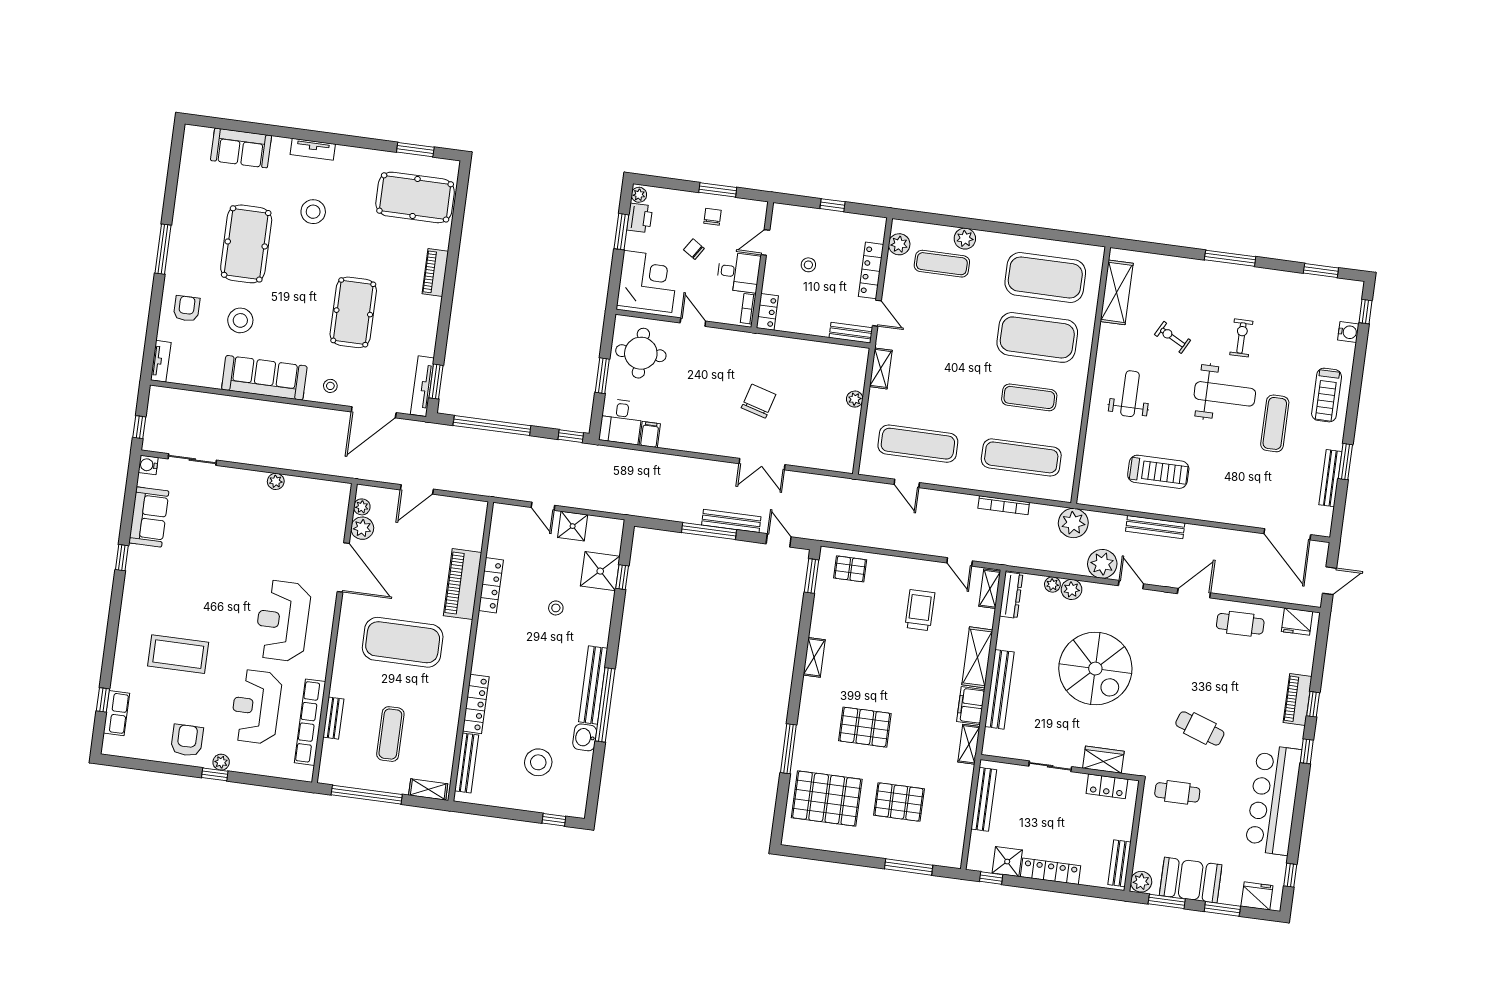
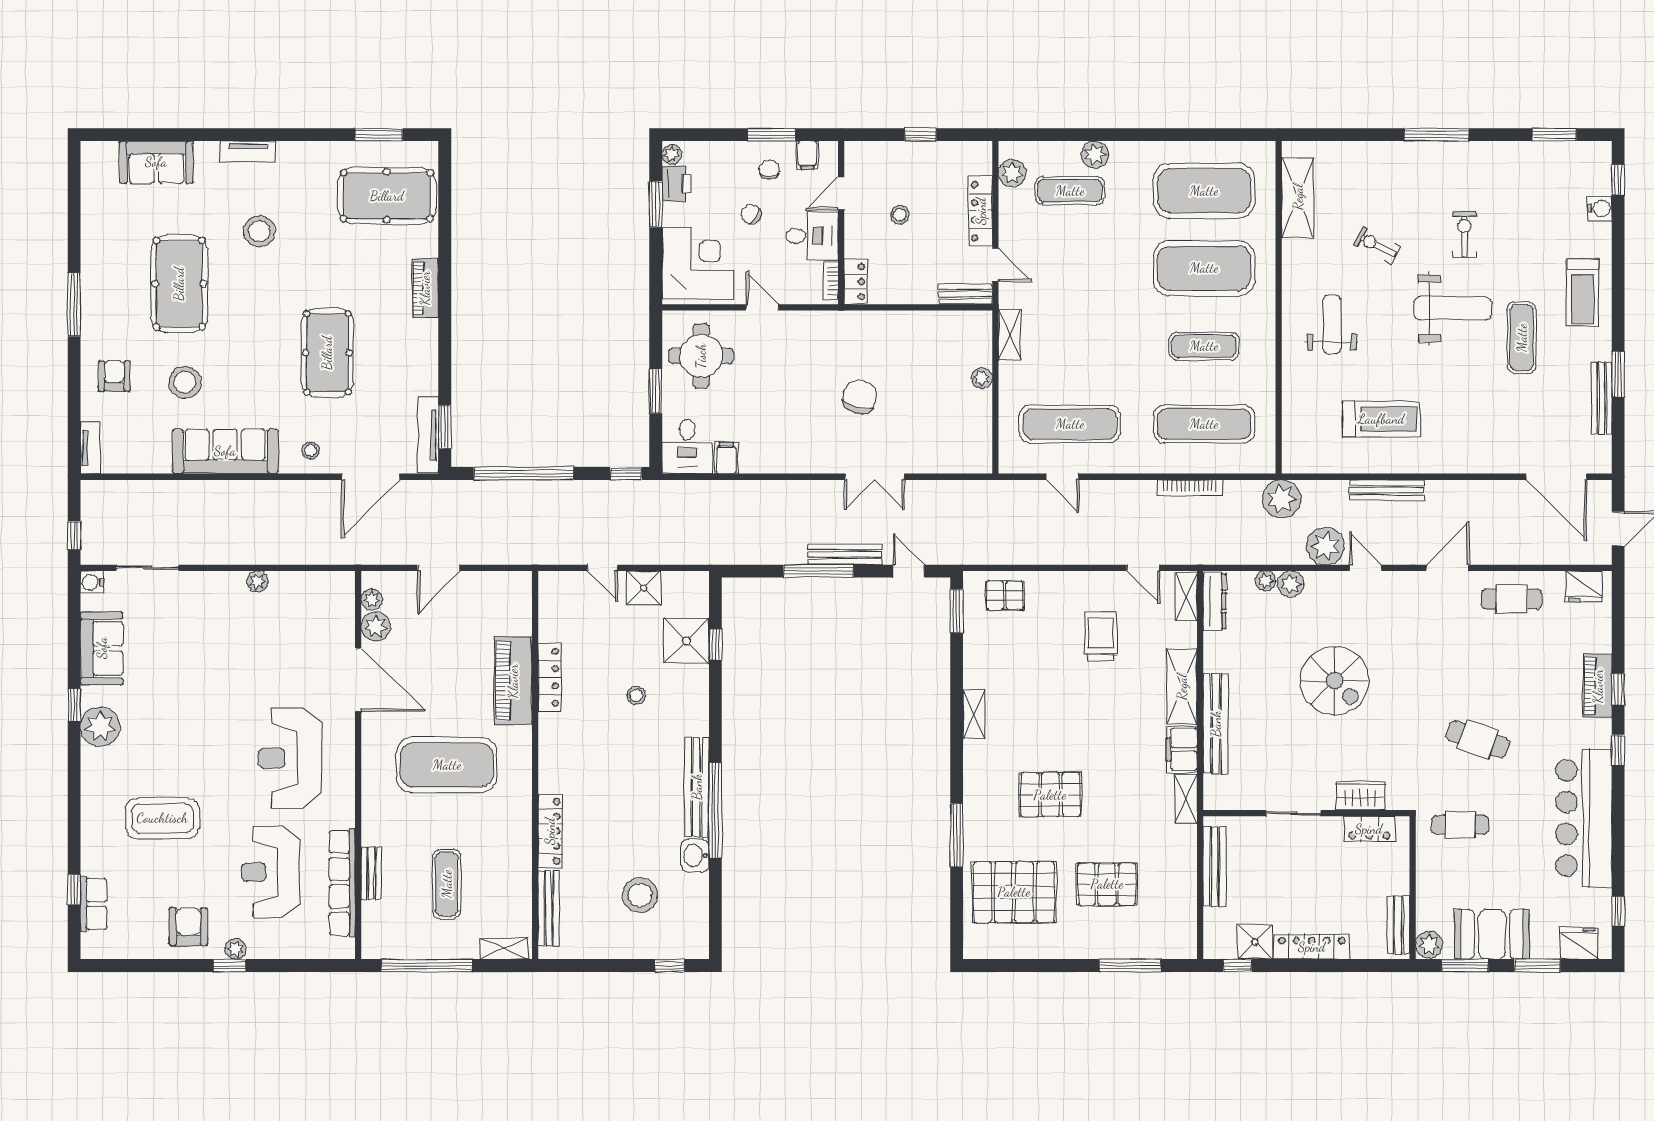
filing cabinet: (743, 209) -> (807, 155), added
plant: (140, 577) -> (100, 727), added
spiral stairs: (1095, 669) -> (1334, 681), width x0.73, depth x0.73

